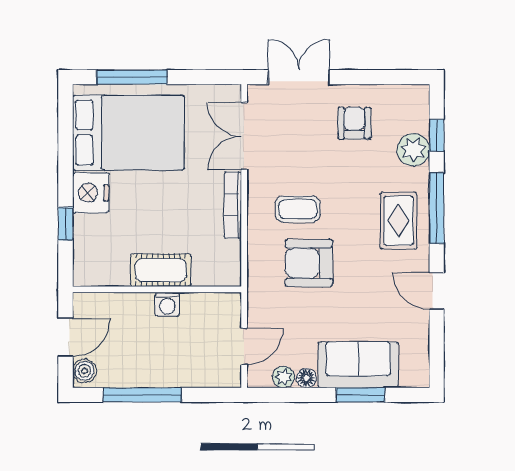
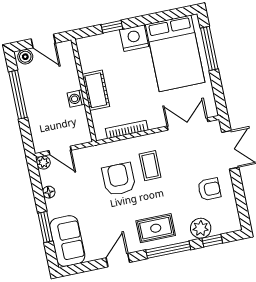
bookcase: (233, 205) -> (127, 129), moved
sofa: (358, 365) -> (67, 241), moved
plant: (283, 377) -> (43, 162), moved

